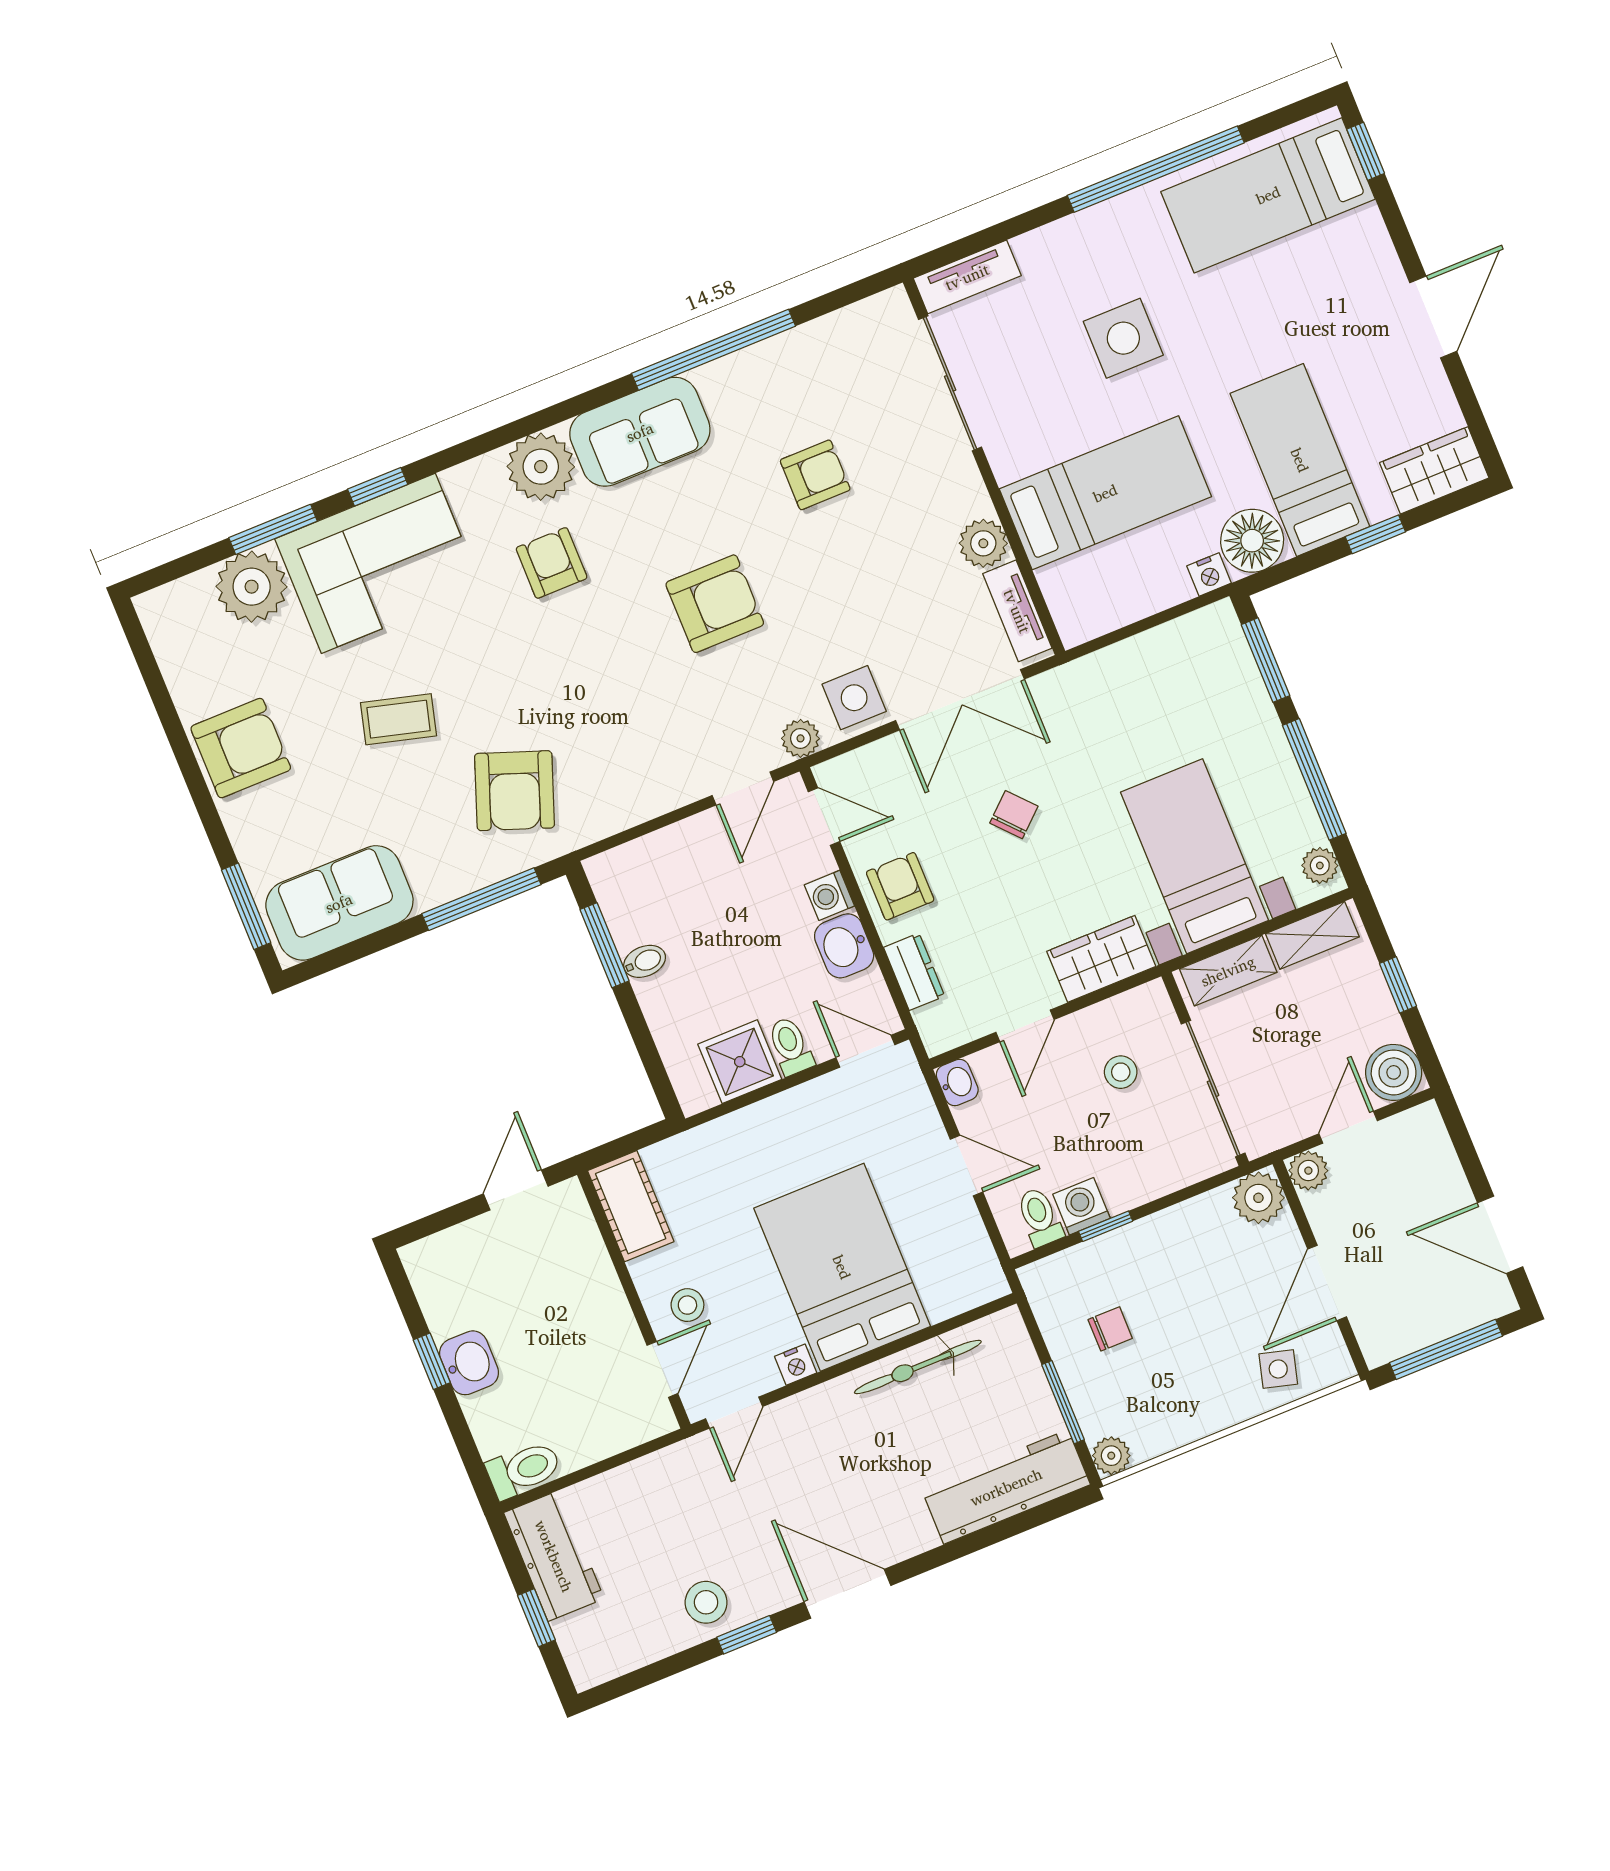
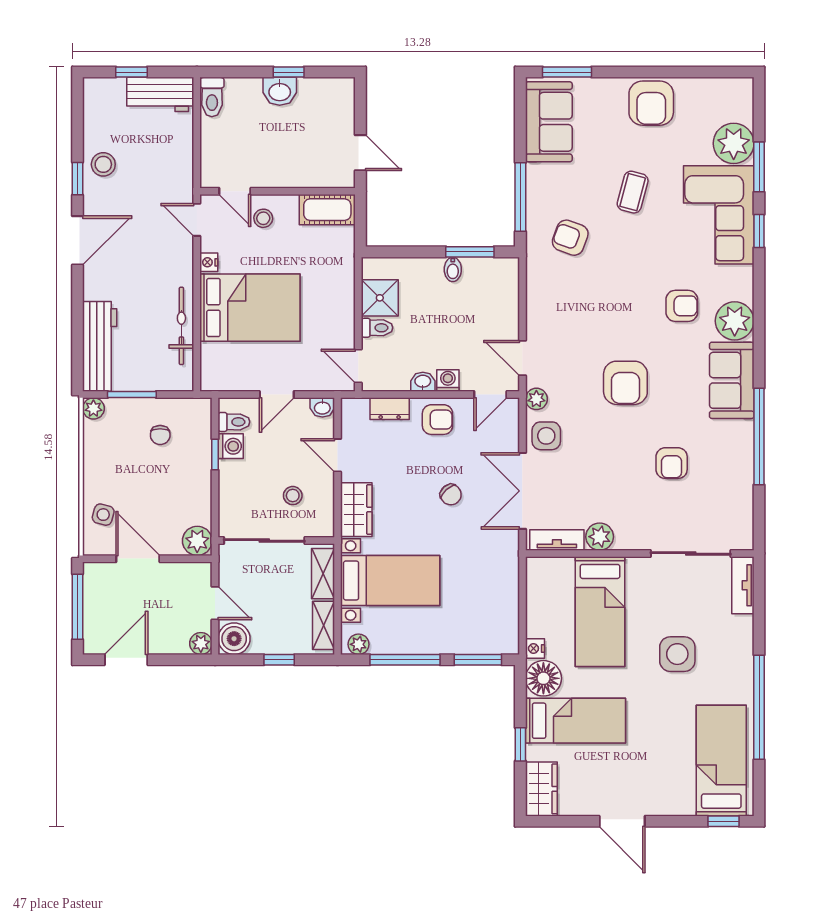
armchair: (515, 791) -> (570, 238), width x0.72, depth x0.72
washbasin: (844, 946) -> (423, 382), width x0.72, depth x0.69
door: (865, 1051) -> (358, 366), swing flipped
plant: (1308, 1171) -> (201, 643), moved

